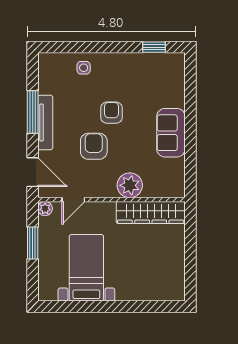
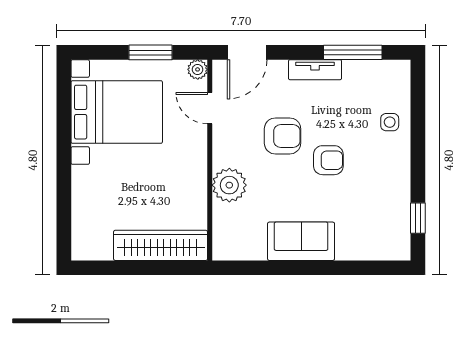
window: (33, 112) -> (353, 52), moved
tv unit: (45, 122) -> (315, 70), width x0.71
wardrobe: (151, 212) -> (161, 245), moved, turned 90
bed with nightstands: (86, 268) -> (117, 112), width x1.36

